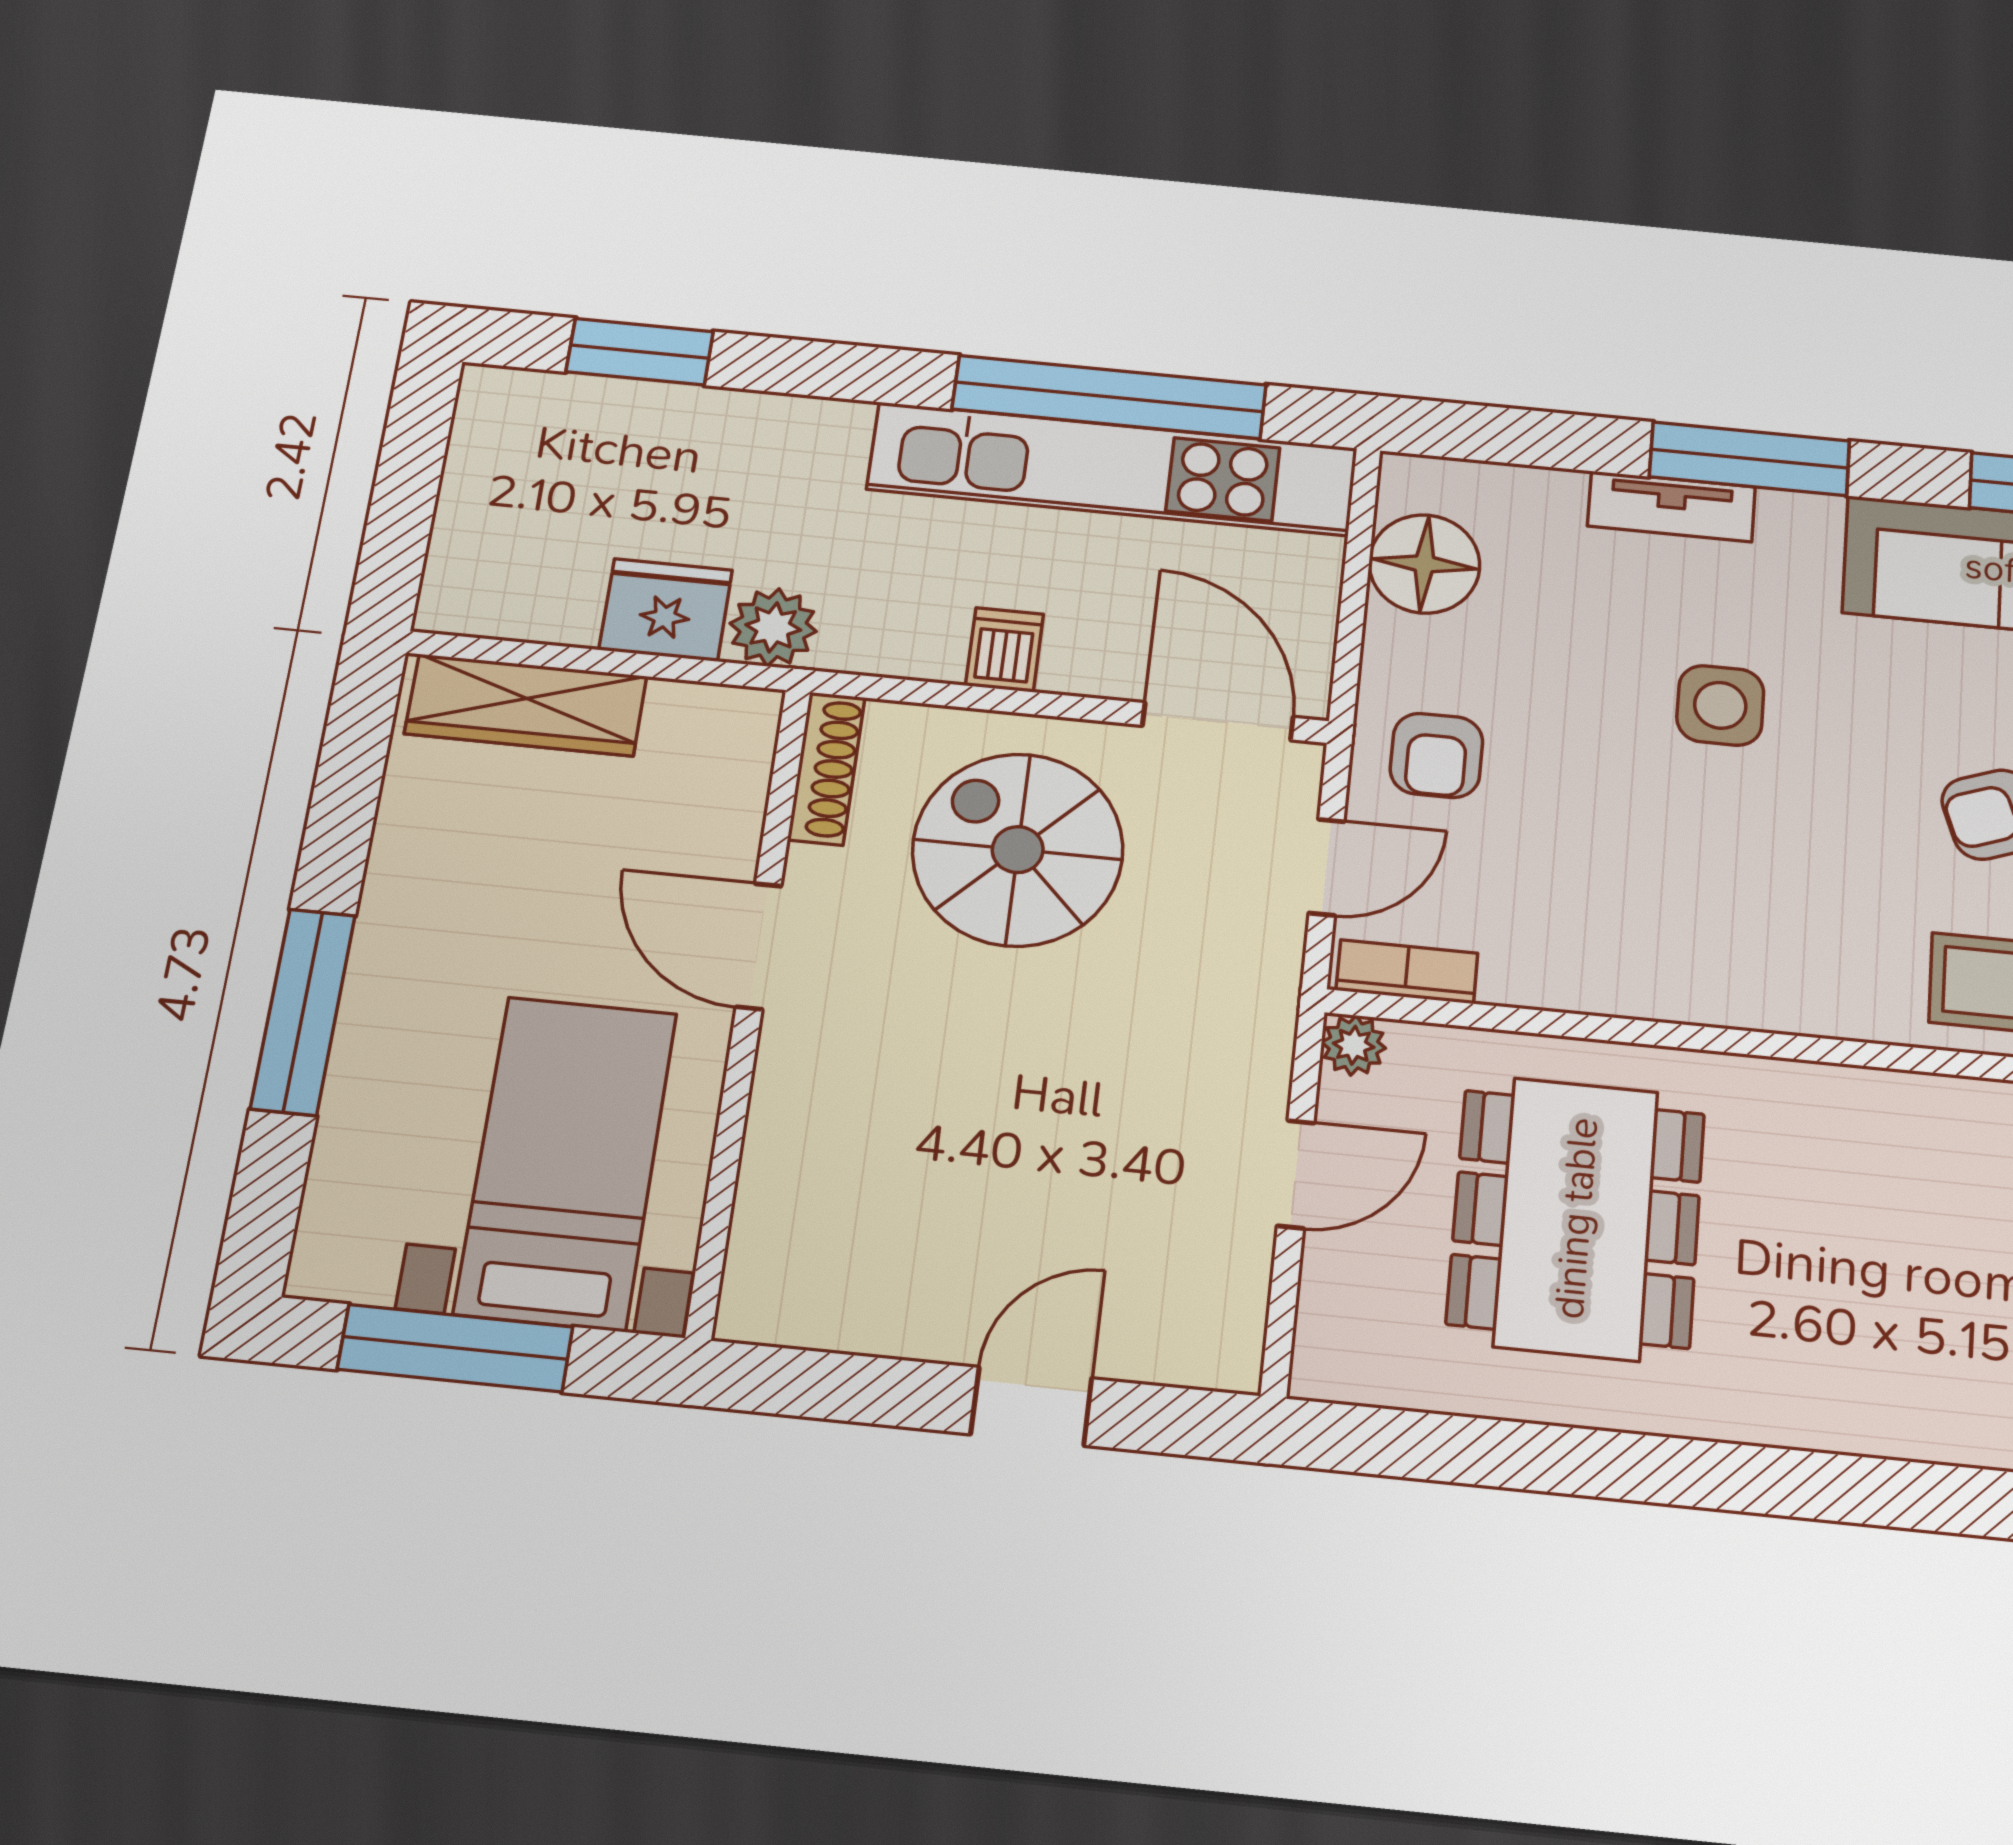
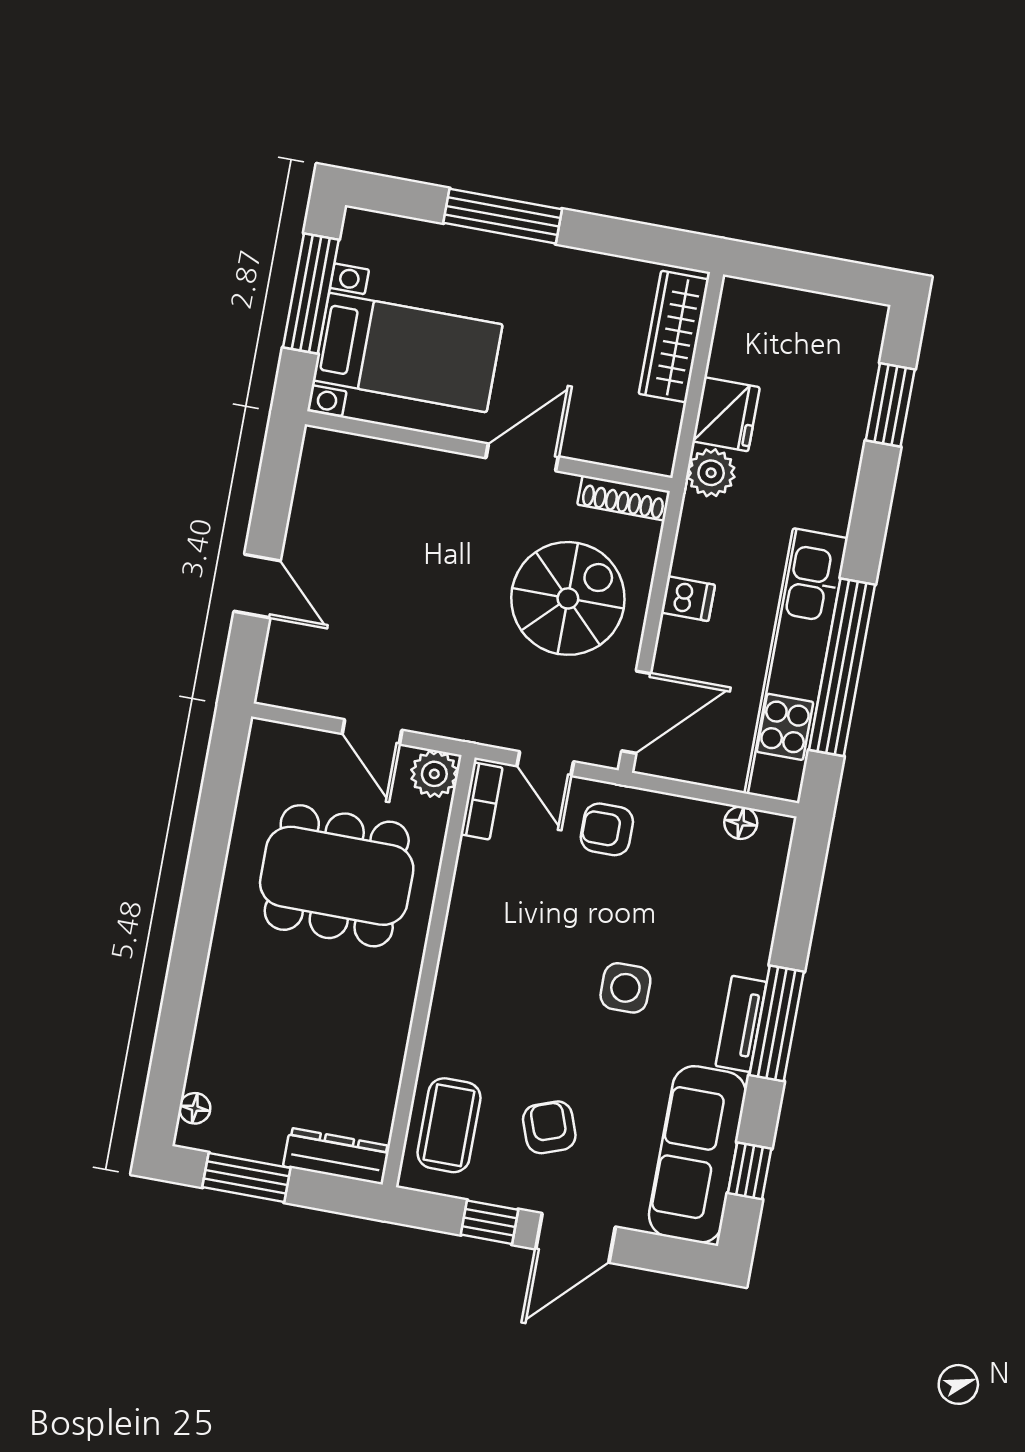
tv unit: (1671, 506) -> (741, 1024), moved
floor lamp: (1424, 564) -> (741, 823), width x0.53, depth x0.53
plant: (1354, 1045) -> (434, 774), width x1.38, depth x1.38

